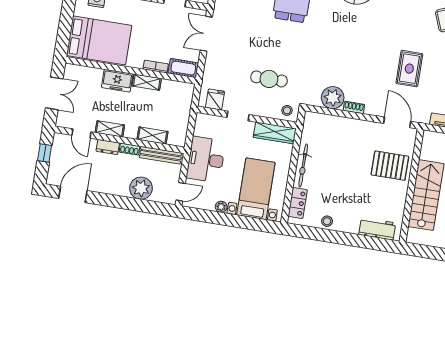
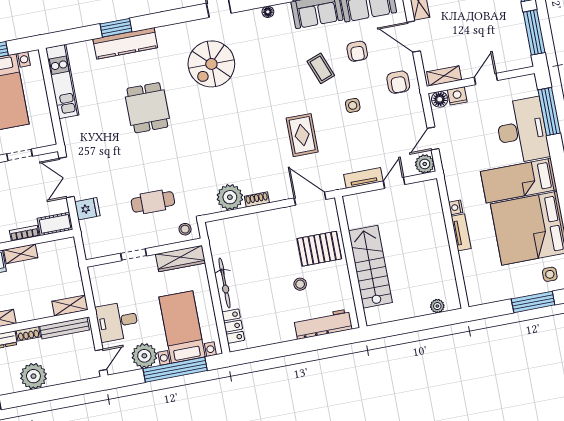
fridge: (215, 99) -> (87, 209), moved, turned 90
shelving: (152, 135) -> (70, 306), moved
desk: (206, 159) -> (117, 321), width x0.73
plant: (141, 188) -> (33, 376), moved
plant: (221, 207) -> (144, 356), width x1.88, depth x1.88
window: (238, 221) -> (175, 370), added
stool: (327, 221) -> (300, 284), moved
workbench: (377, 229) -> (323, 324), width x1.38

